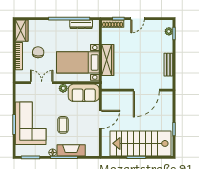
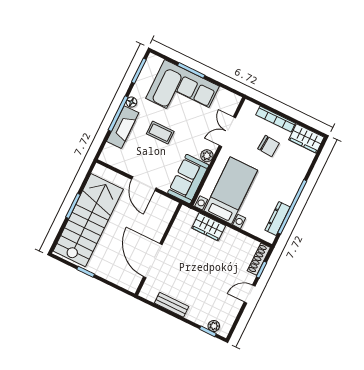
door: (138, 19) -> (250, 294), hinge flipped
wardrobe: (108, 60) -> (209, 227), width x0.67
double door: (42, 83) -> (227, 132), swing flipped

